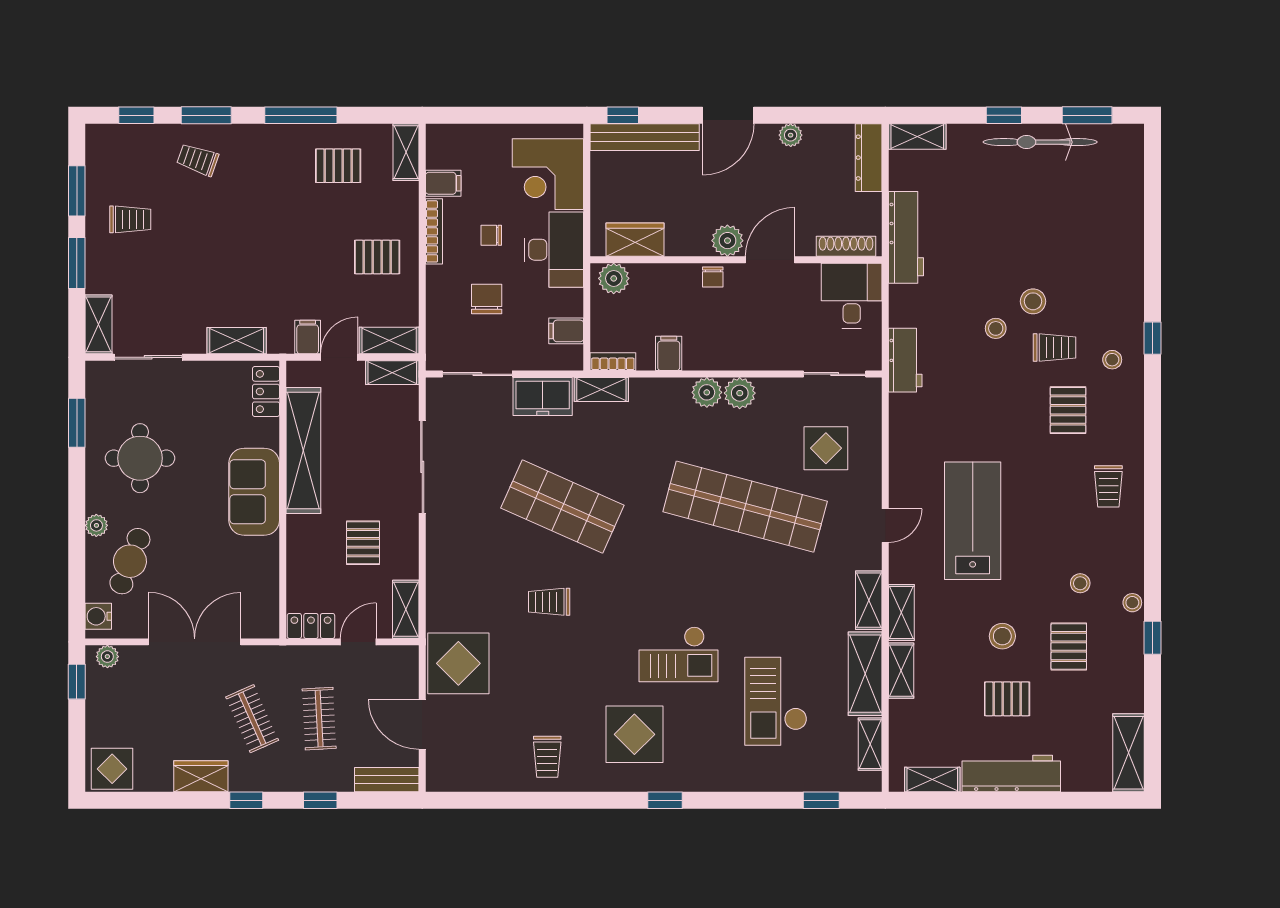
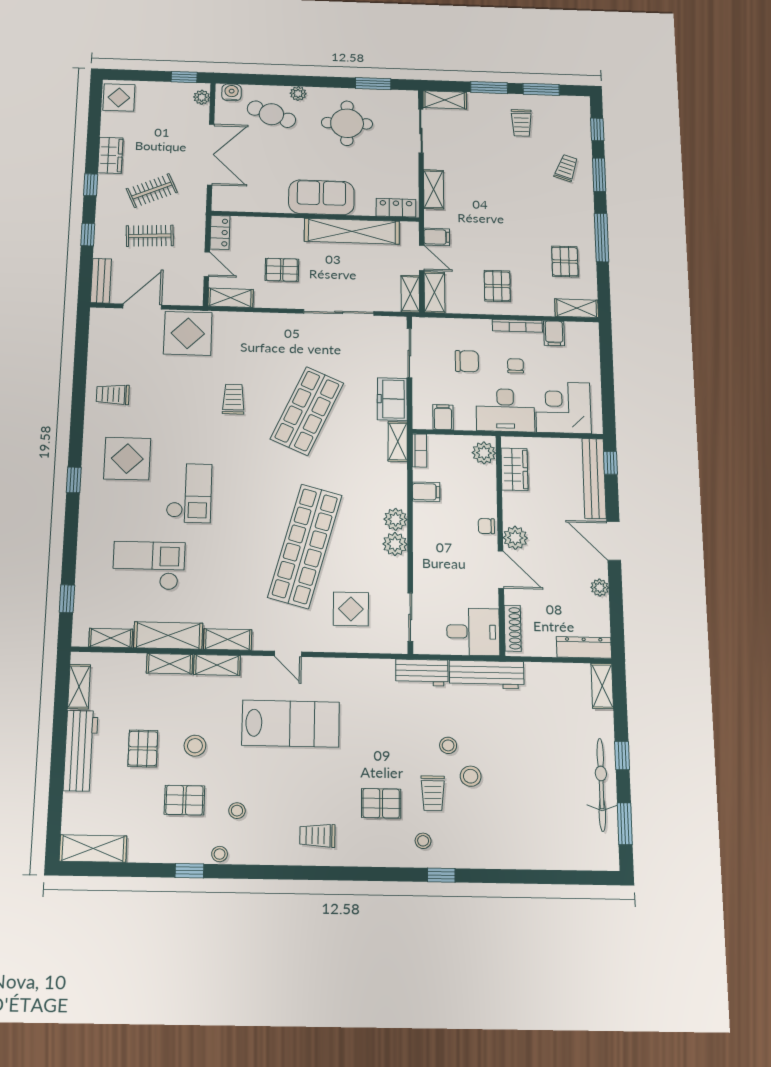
workbench: (906, 237) -> (487, 675), moved
checkout: (679, 654) -> (189, 493), turned 180

